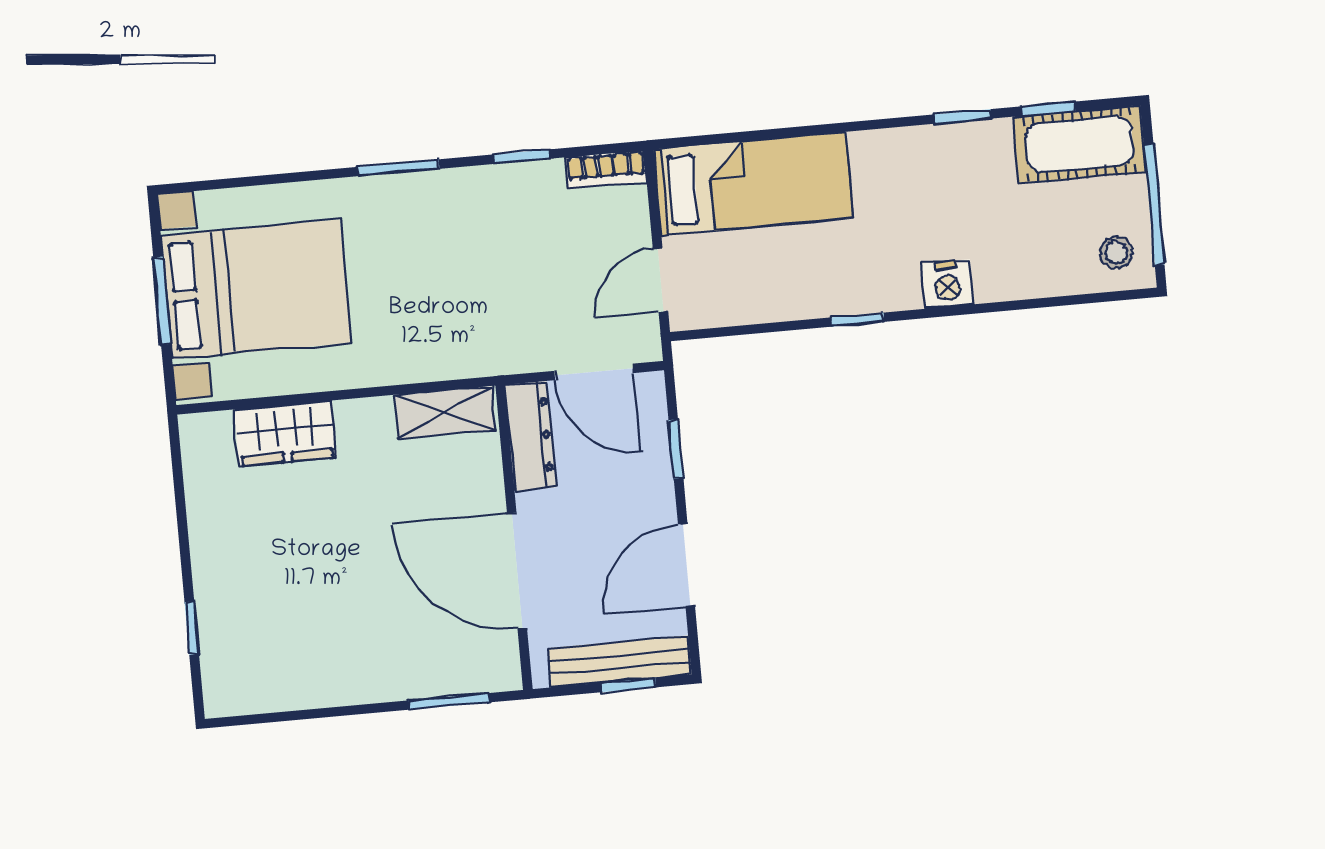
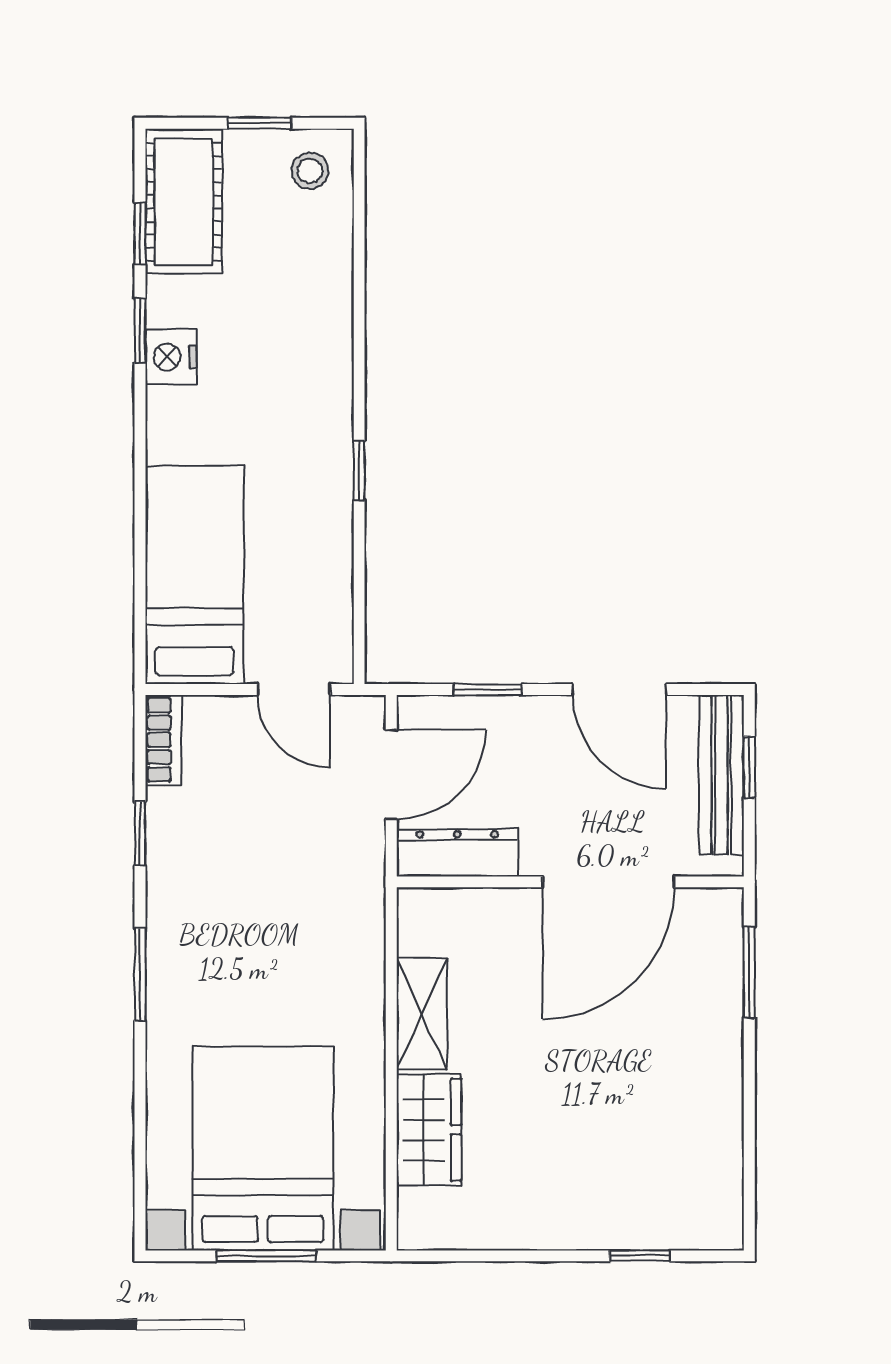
window: (1154, 205) -> (260, 123), width x0.46
nightstand: (947, 284) -> (171, 357), moved, turned 180
shelving: (445, 412) -> (422, 1014), moved

